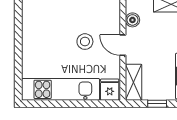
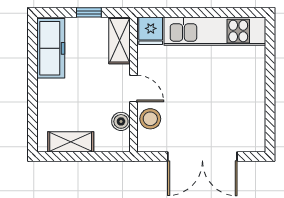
stool: (85, 42) -> (150, 119), moved

